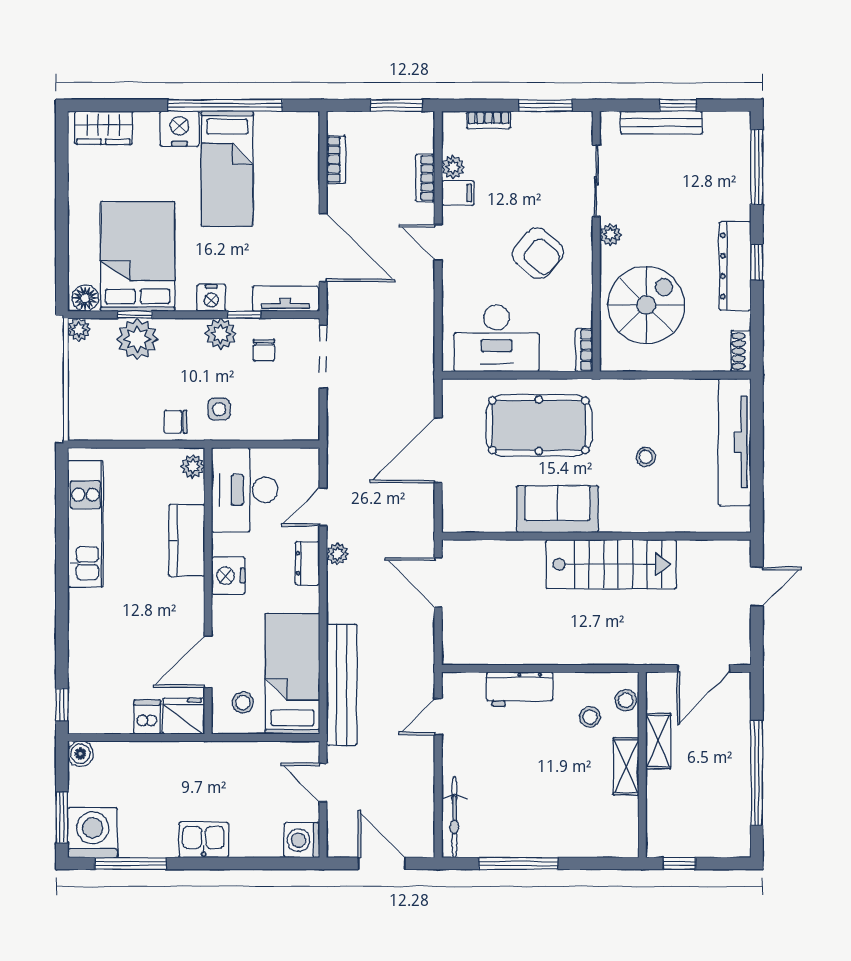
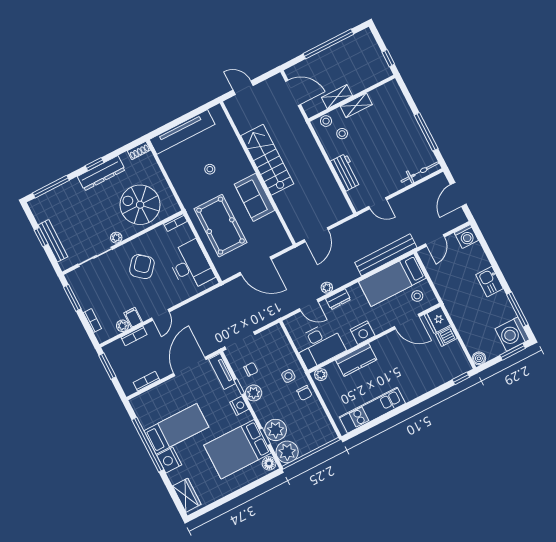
plant: (79, 330) -> (287, 452), width x1.87, depth x1.87

